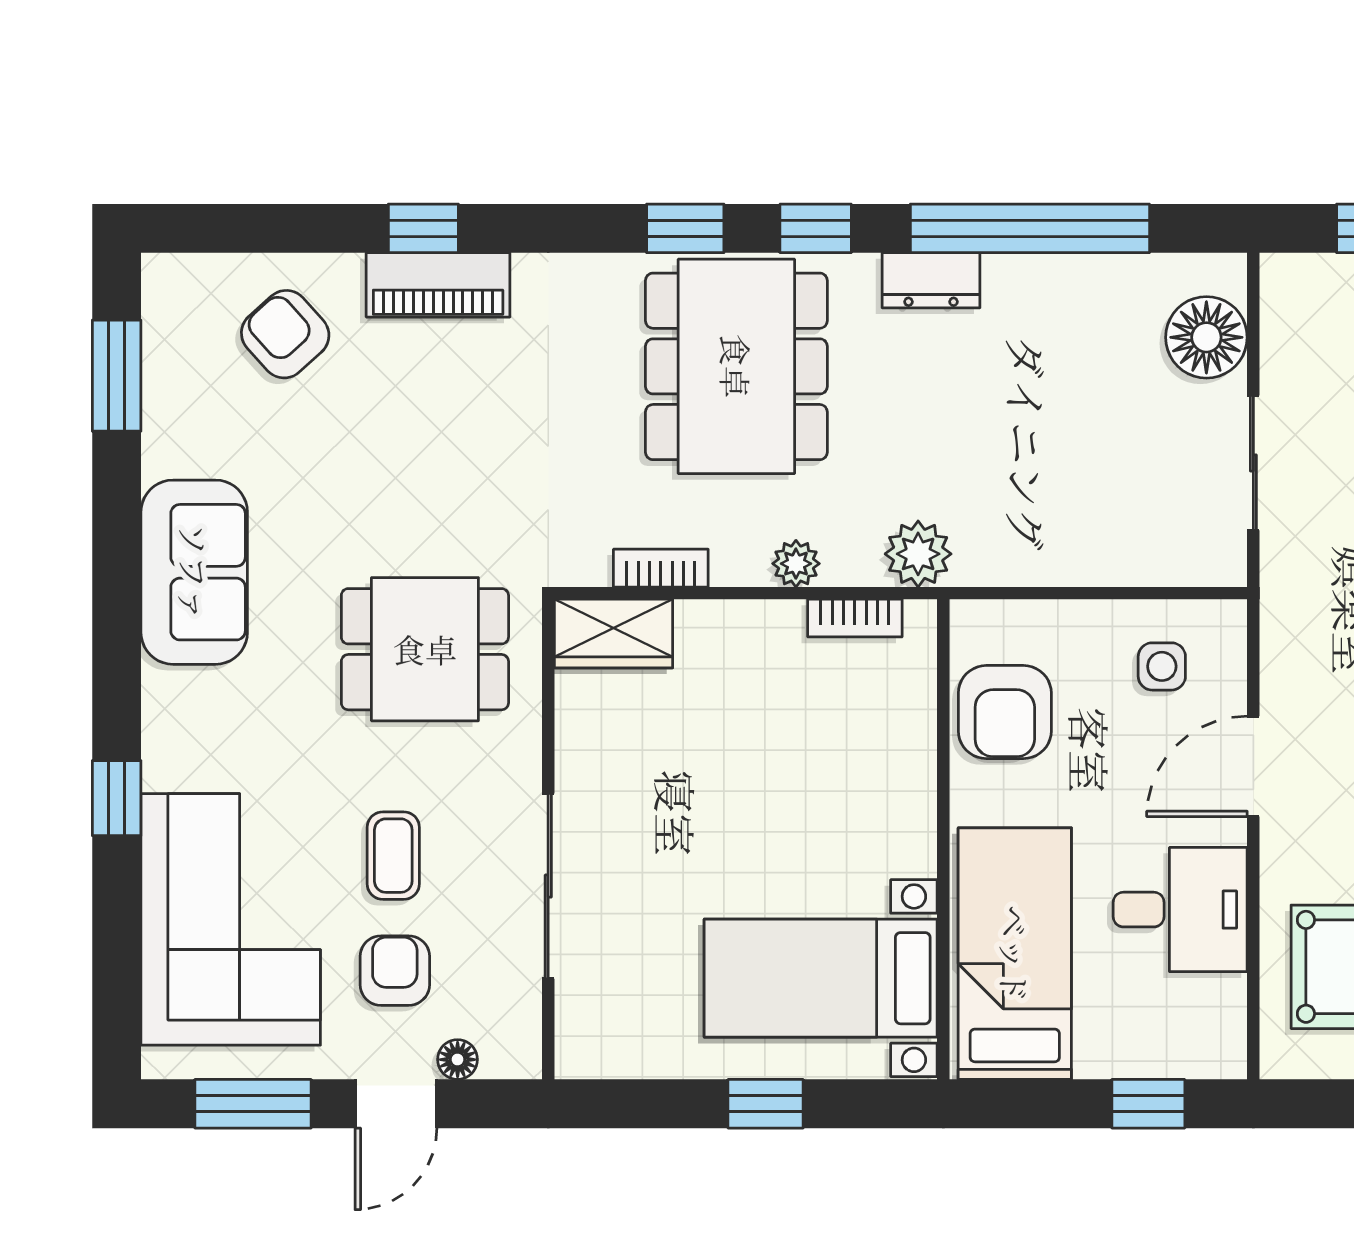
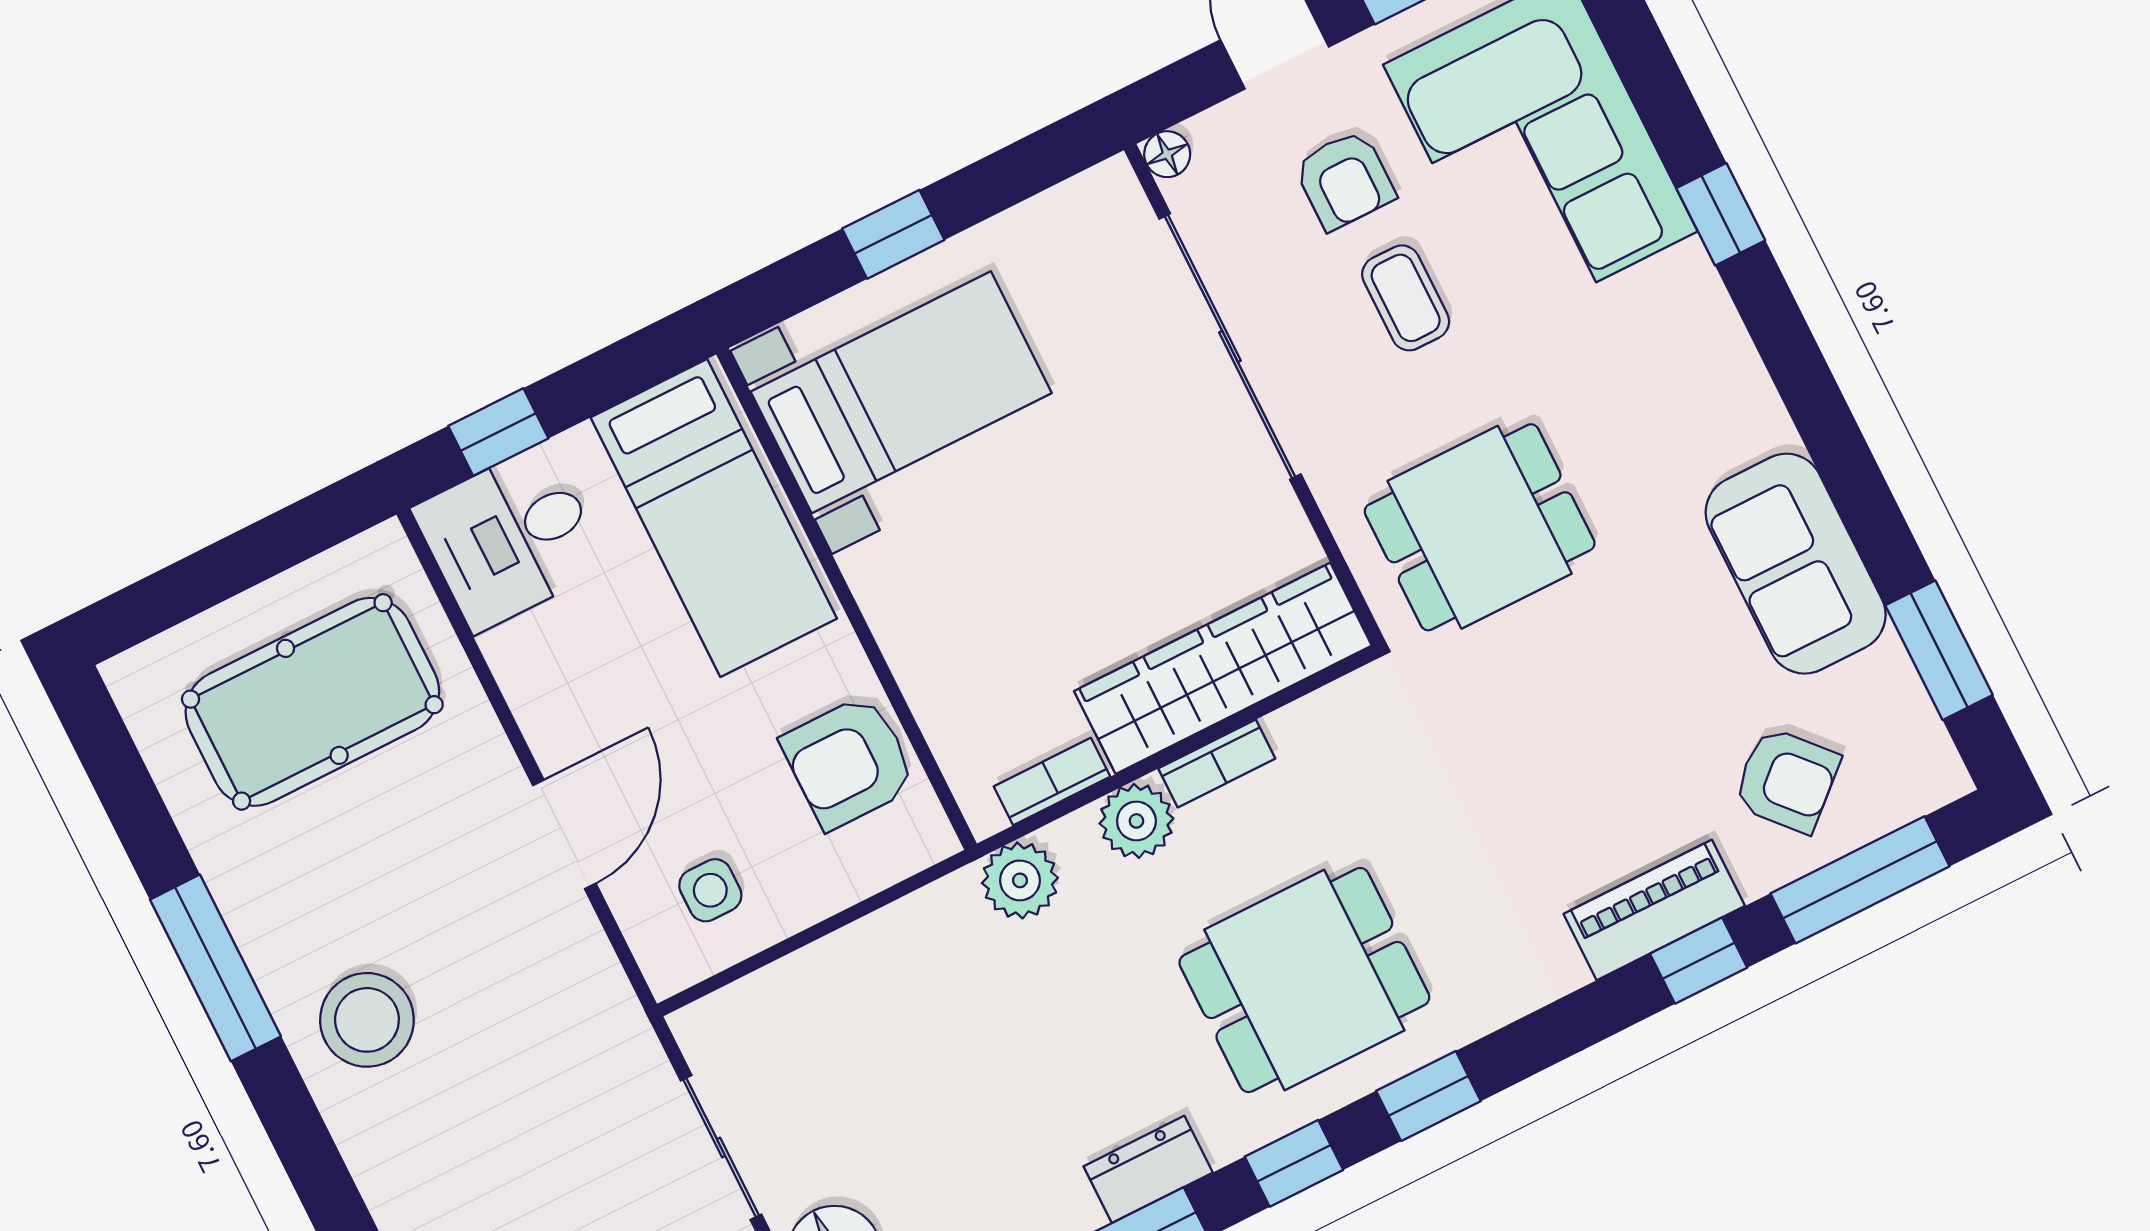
window: (267, 228) -> (1860, 880), added
dining table: (736, 366) -> (1304, 980), width x0.73
plant: (796, 564) -> (1136, 821), width x1.38, depth x1.38
bookcase: (661, 568) -> (1217, 764), moved
sofa: (194, 572) -> (1796, 564), moved
wardrobe: (613, 634) -> (1223, 668), width x2.10, depth x1.17
armchair: (1005, 712) -> (849, 762), turned -90
sliding door: (548, 886) -> (1230, 347), width x1.36
desk: (1180, 910) -> (510, 538), moved
floor lamp: (458, 1060) -> (1167, 154), moved

